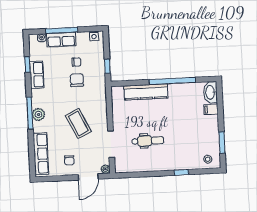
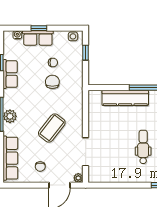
window: (62, 30) -> (39, 28), width x0.46
window: (107, 66) -> (86, 53), moved
coffee table: (78, 124) -> (52, 128), turned 64
dental chair: (148, 141) -> (143, 147), moved, turned -90

